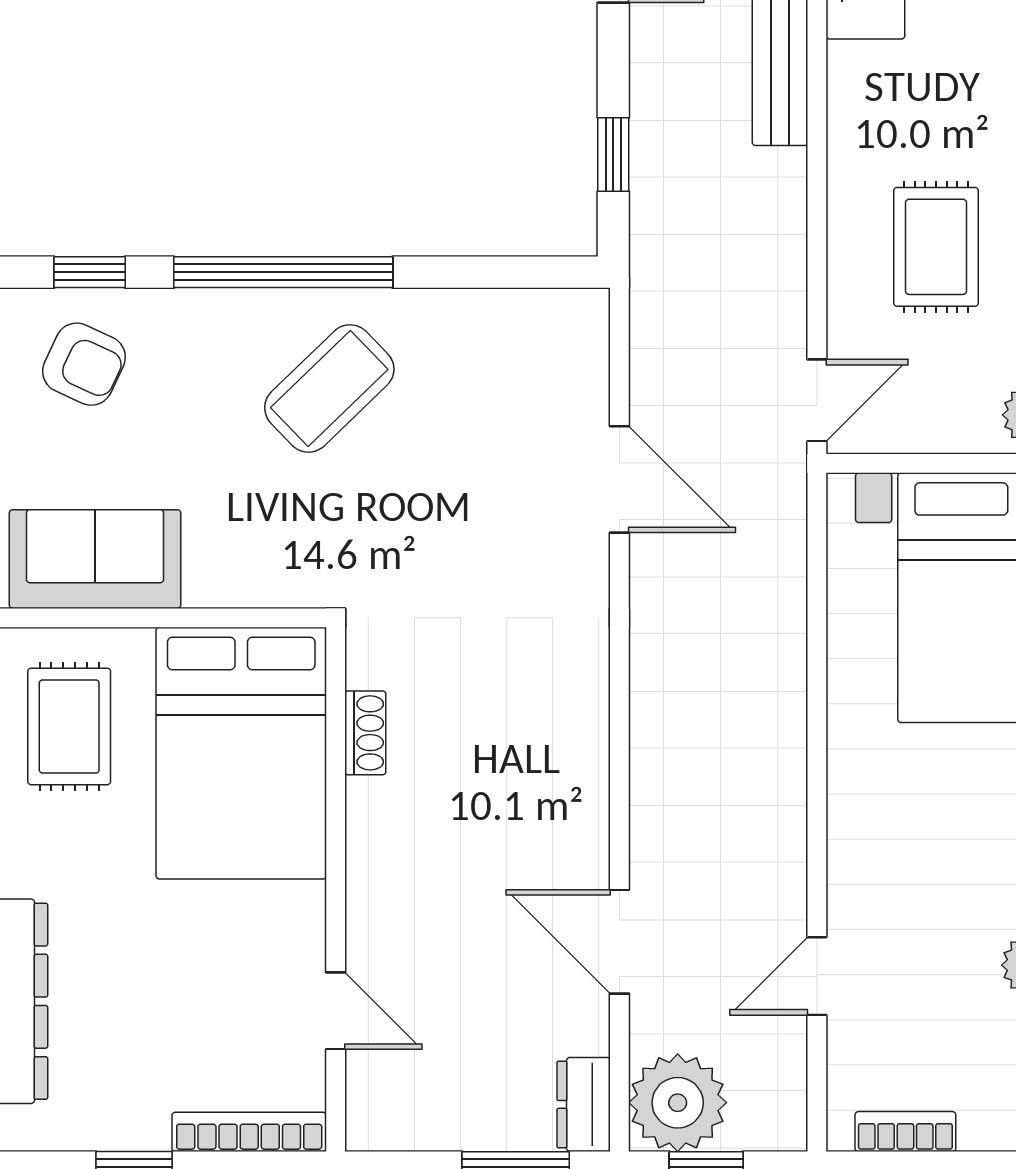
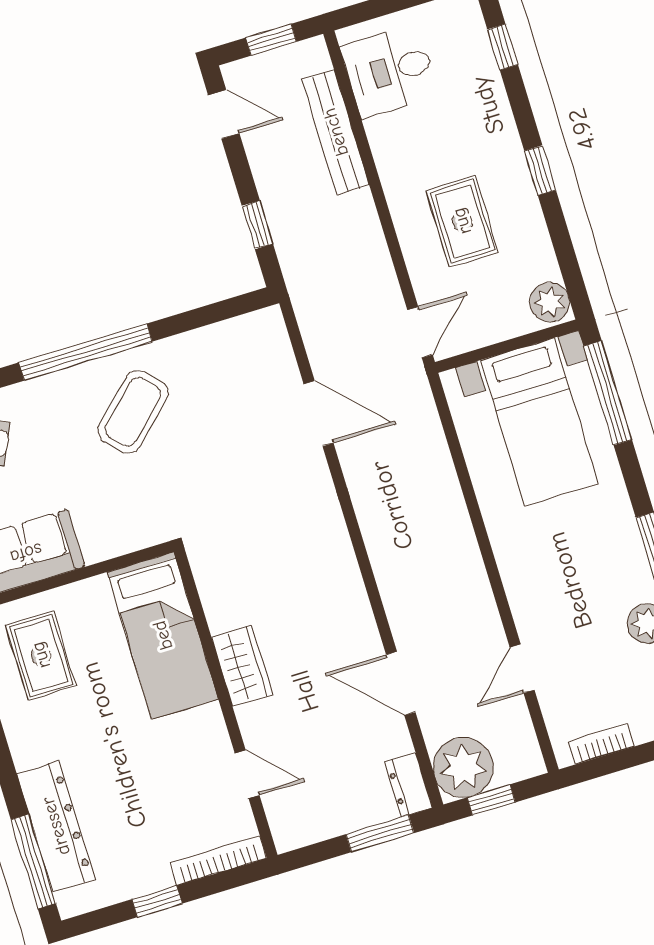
shoe rack: (365, 733) -> (215, 607), removed
bed: (241, 753) -> (163, 635), width x0.67
wardrobe: (379, 839) -> (242, 666), added

